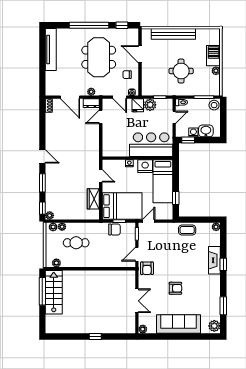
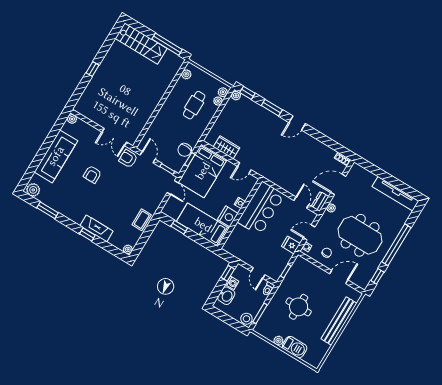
plant: (150, 105) -> (284, 257), removed
bar counter: (151, 145) -> (261, 208), moved
stairs: (54, 292) -> (141, 43), moved
double door: (137, 301) -> (114, 137), moved

